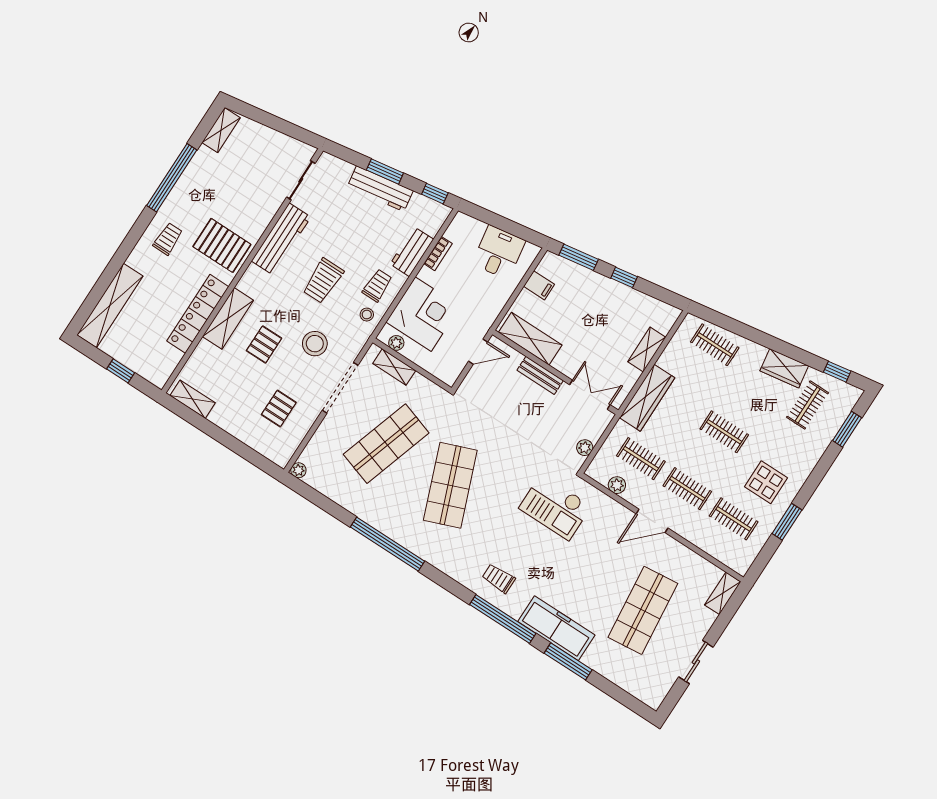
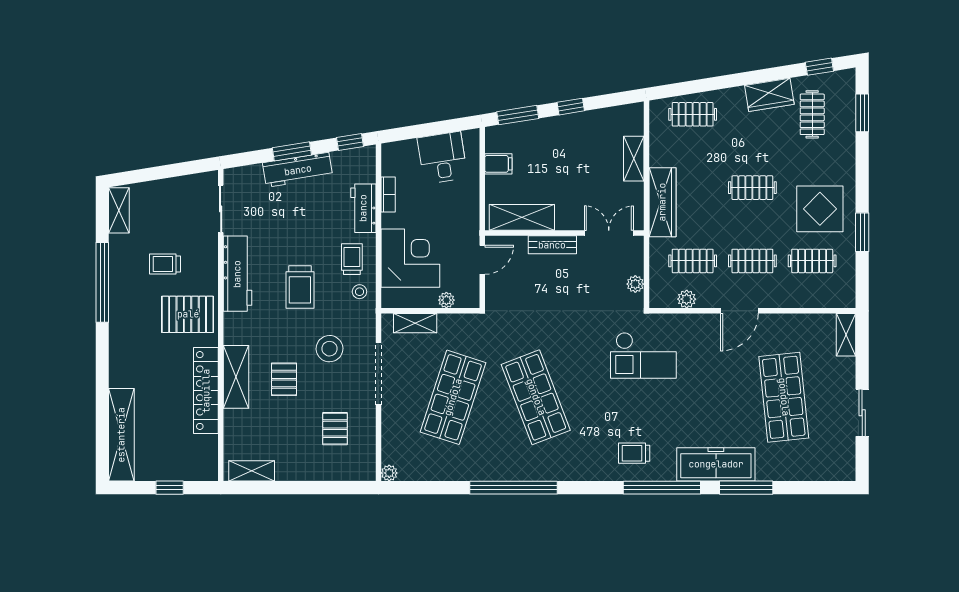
trolley: (168, 239) -> (165, 264), moved, turned -90
plant: (396, 343) -> (446, 300), moved
display table: (766, 482) -> (820, 209), width x1.36, depth x1.36

